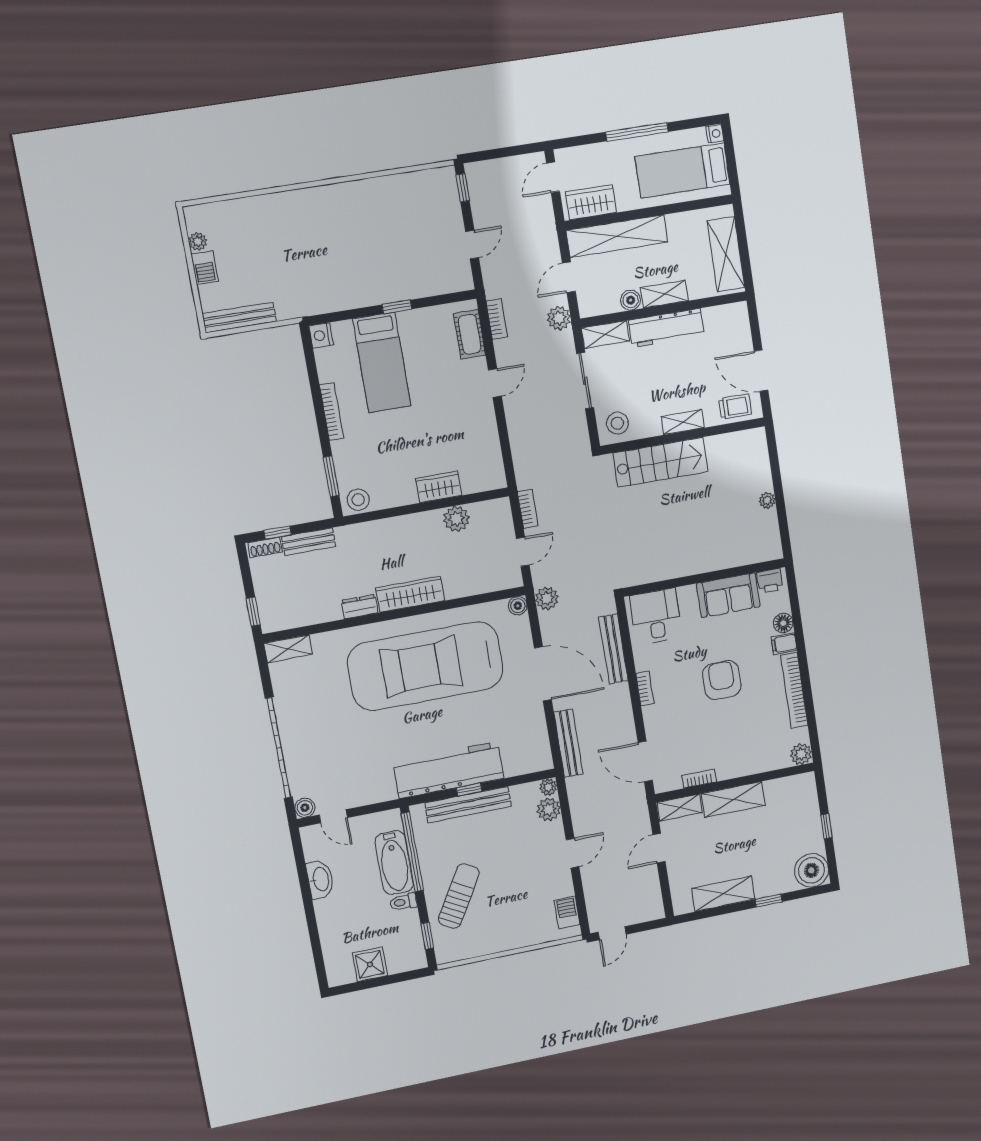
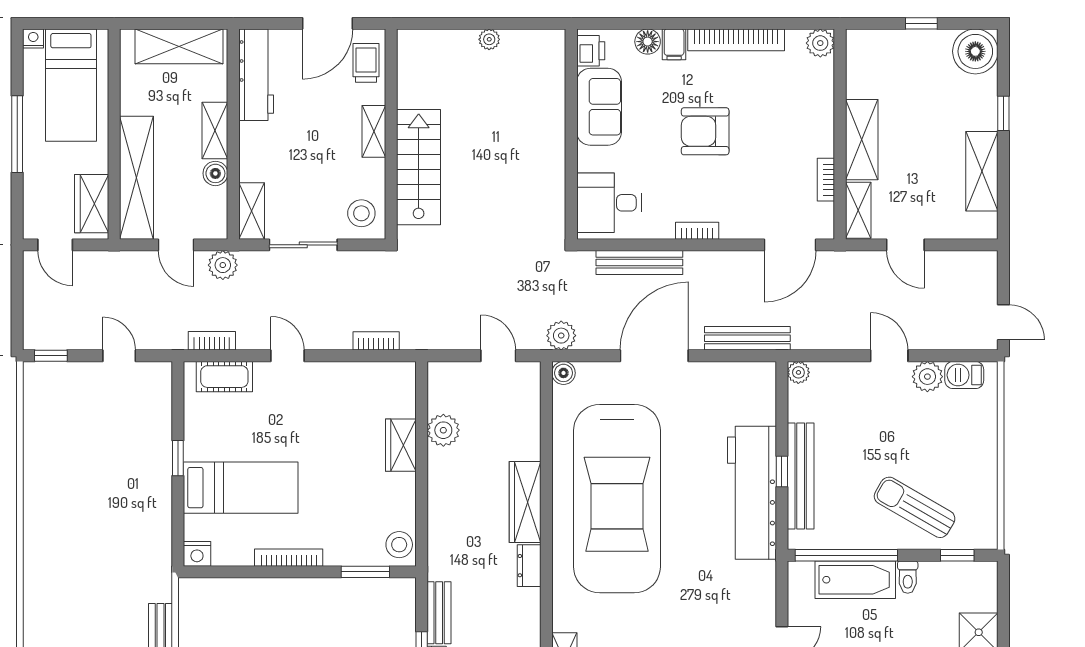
workbench: (666, 328) -> (256, 75), moved
bookcase: (528, 509) -> (376, 341), moved
plant: (549, 810) -> (927, 377), moved

